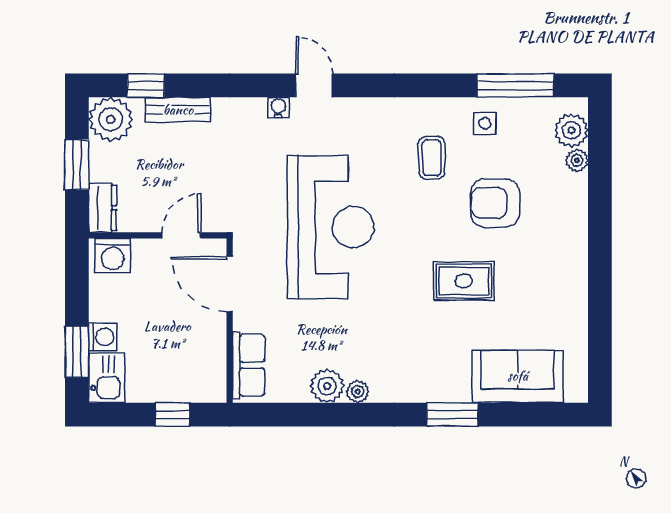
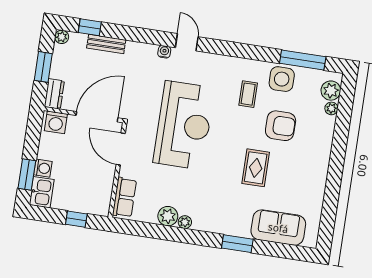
plant: (111, 119) -> (62, 37), width x0.53, depth x0.53
side table: (485, 123) -> (282, 79), width x1.87, depth x1.87
armchair: (495, 203) -> (281, 126), turned 180
door: (181, 235) -> (97, 117), width x1.88
rug: (464, 281) -> (256, 168), turned 90

